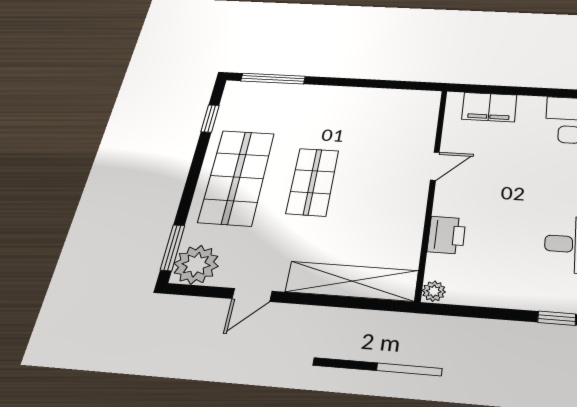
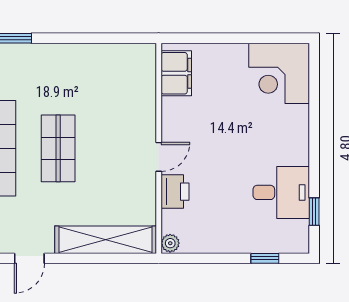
filing cabinet: (489, 107) -> (176, 73), moved, turned -90
door: (435, 166) -> (159, 157), moved

